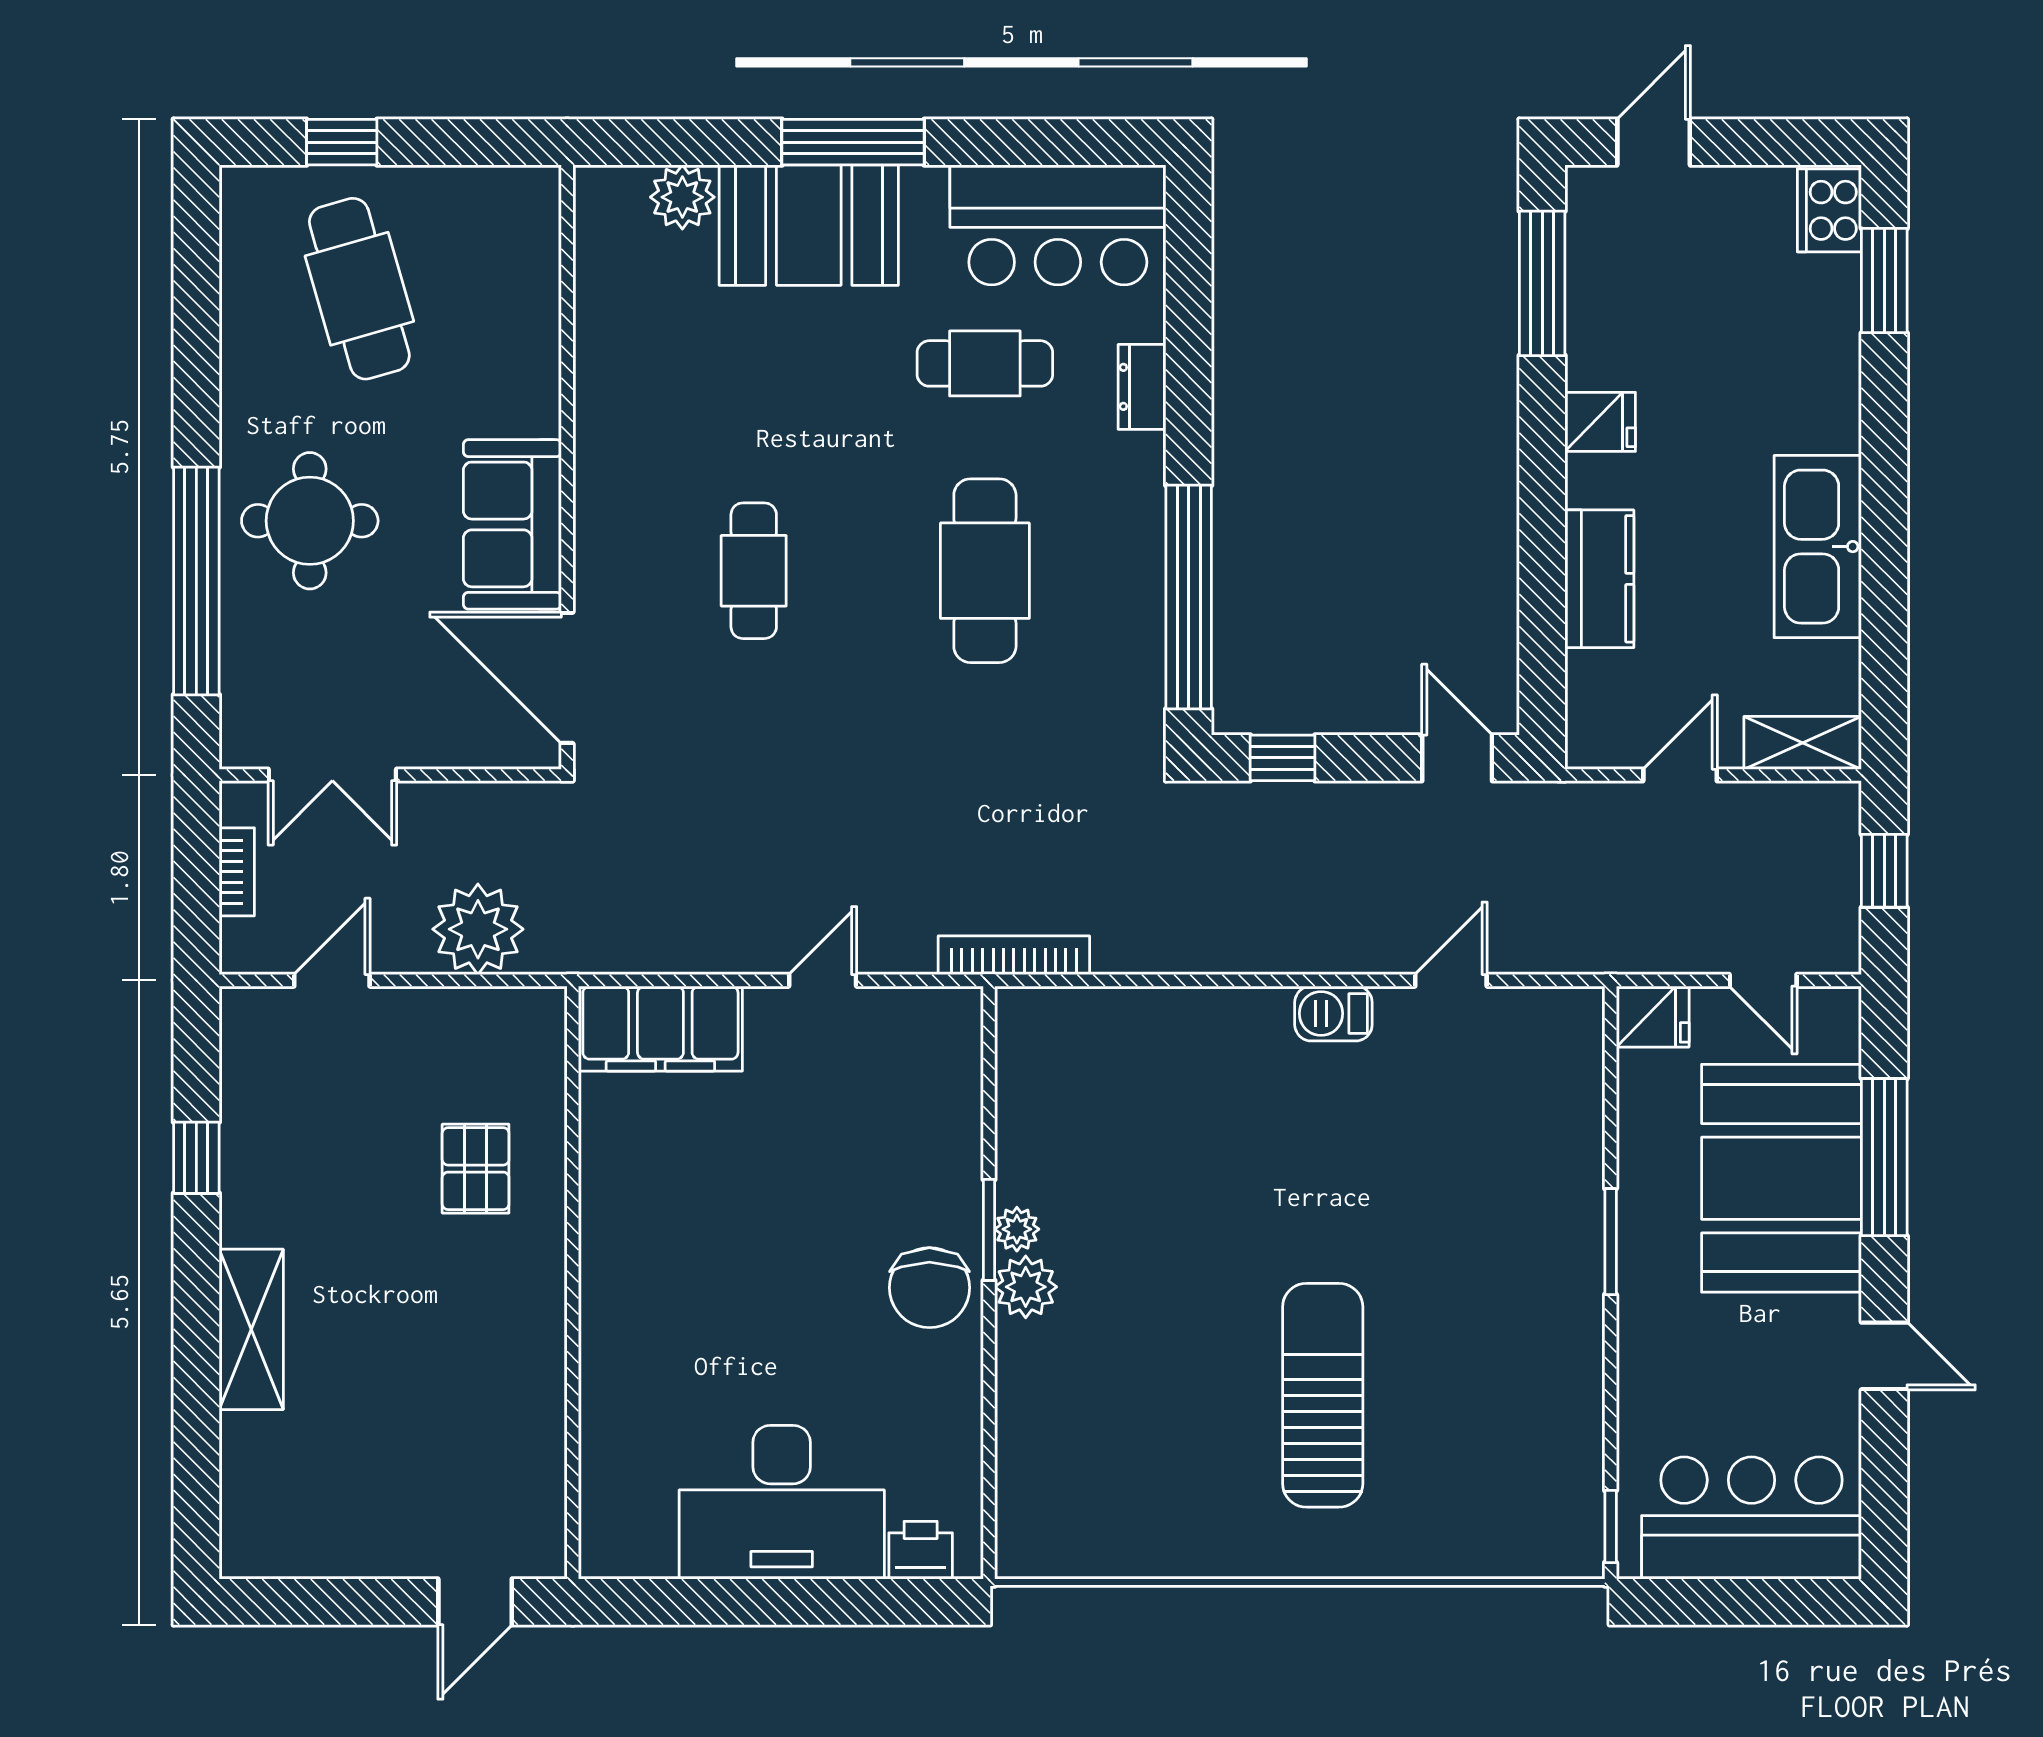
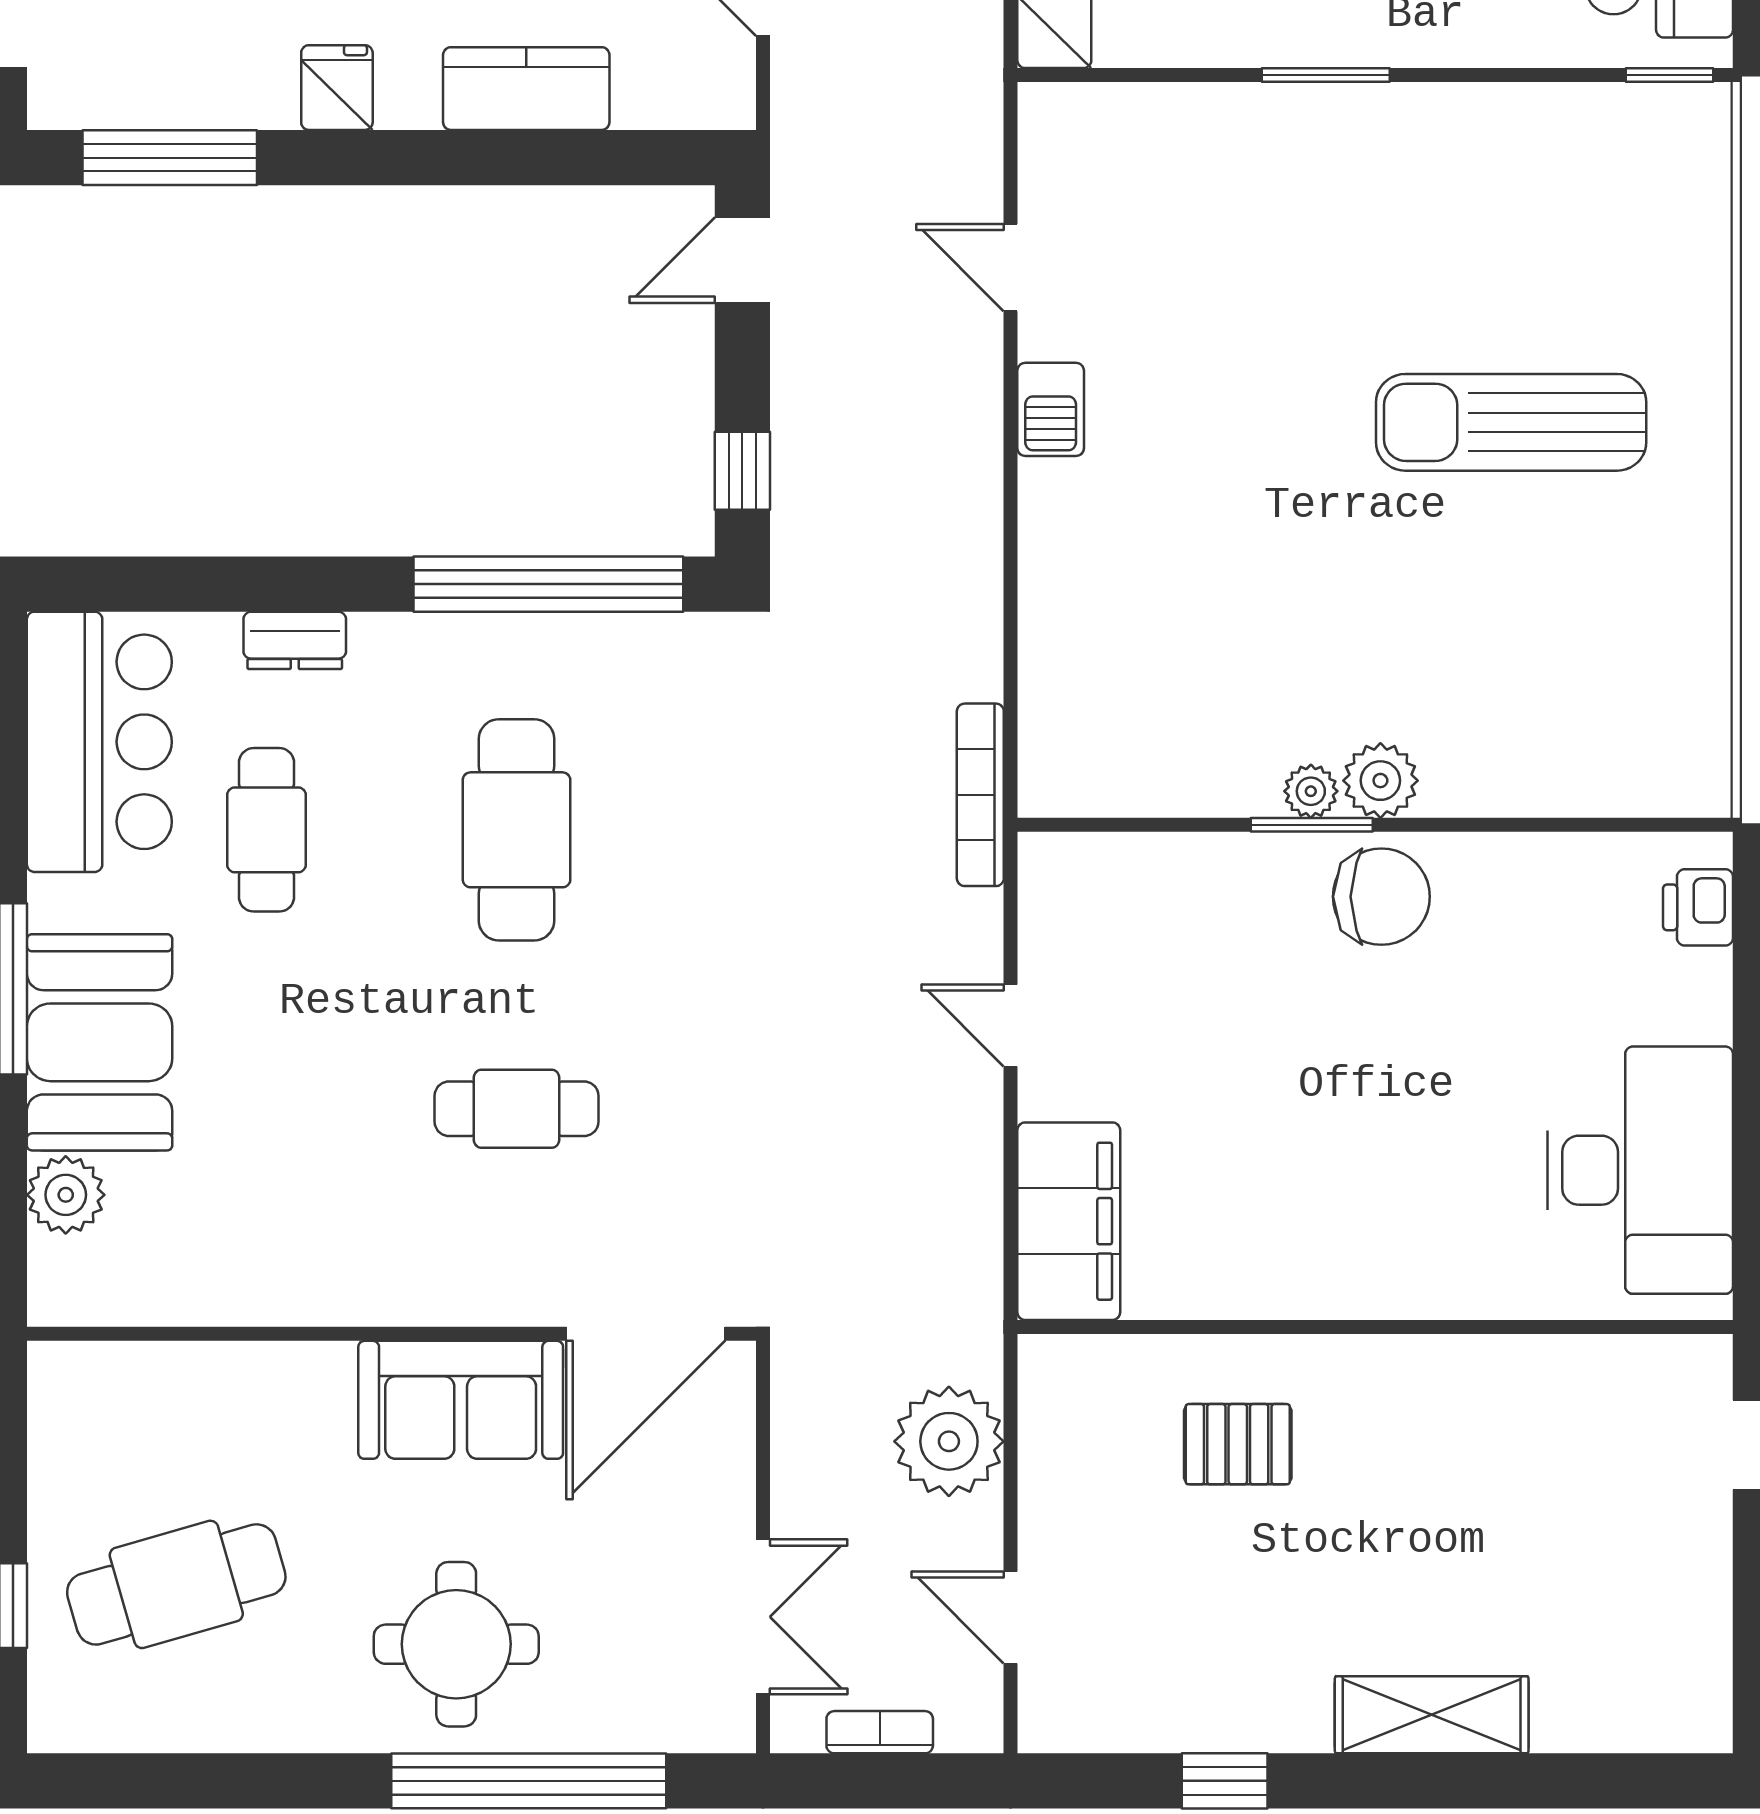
cafe table: (985, 571) -> (517, 830), turned 90
desk: (782, 1502) -> (1640, 1170), moved

